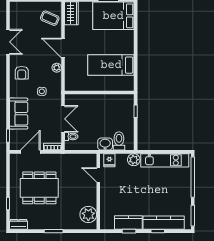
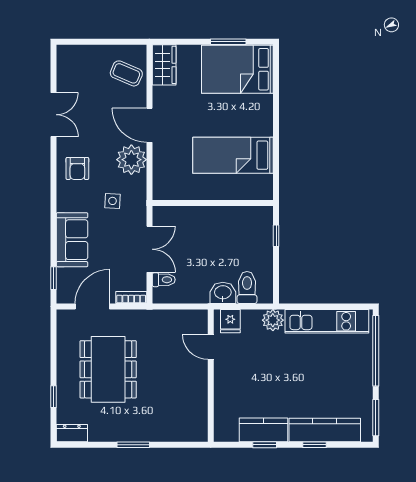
plant: (57, 68) -> (131, 160), width x1.88, depth x1.88
dining table: (39, 188) -> (108, 369), turned 90
plant: (88, 215) -> (194, 416), removed

